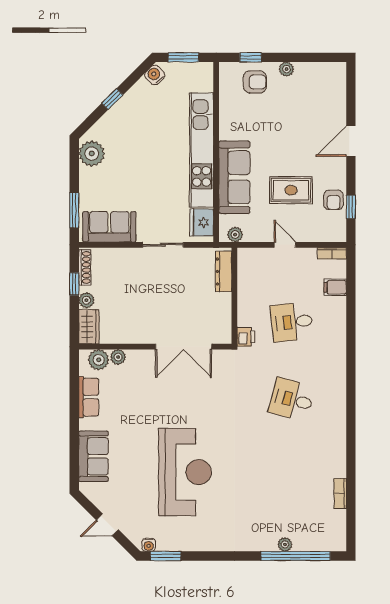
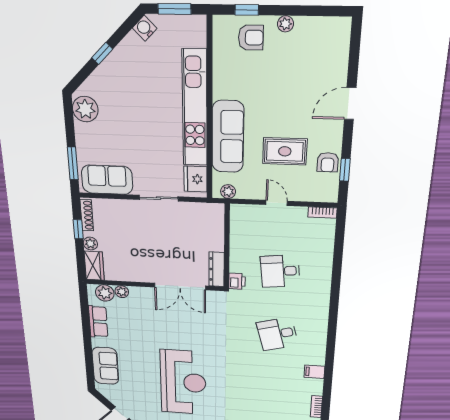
dresser: (224, 271) -> (217, 269), moved
filing cabinet: (335, 287) -> (314, 372), moved
desk: (292, 399) -> (277, 334), turned -30

